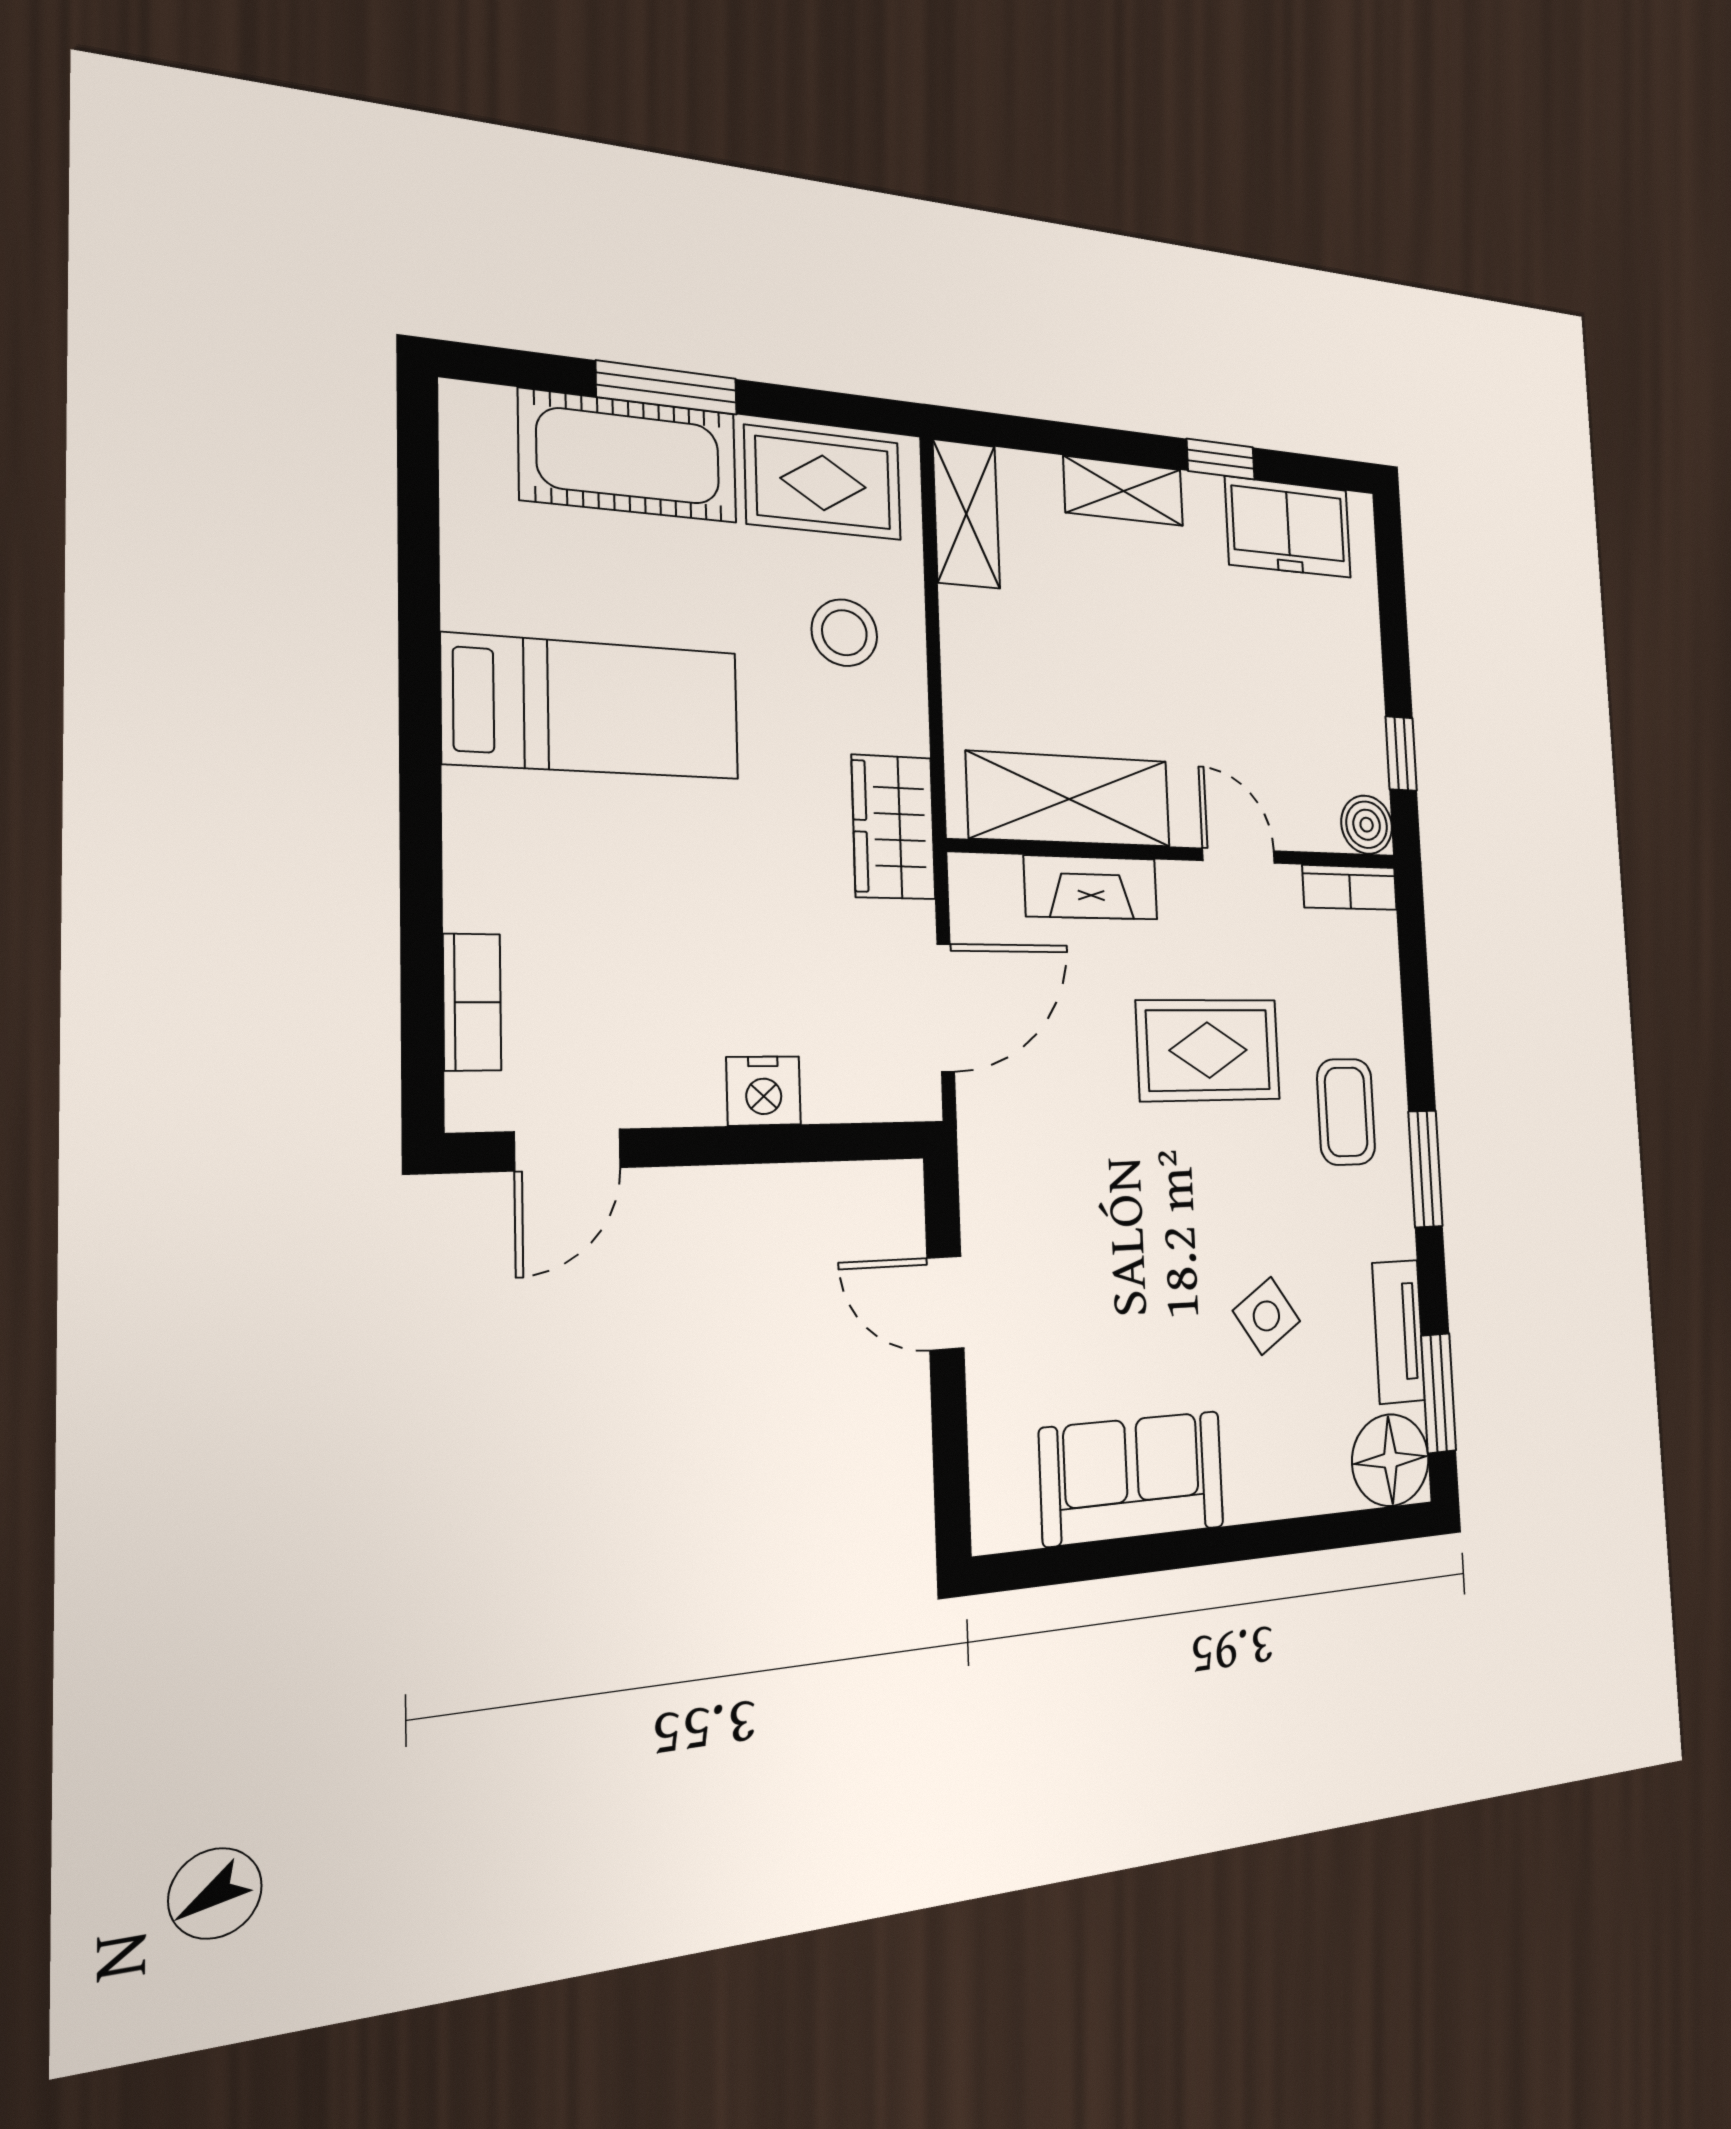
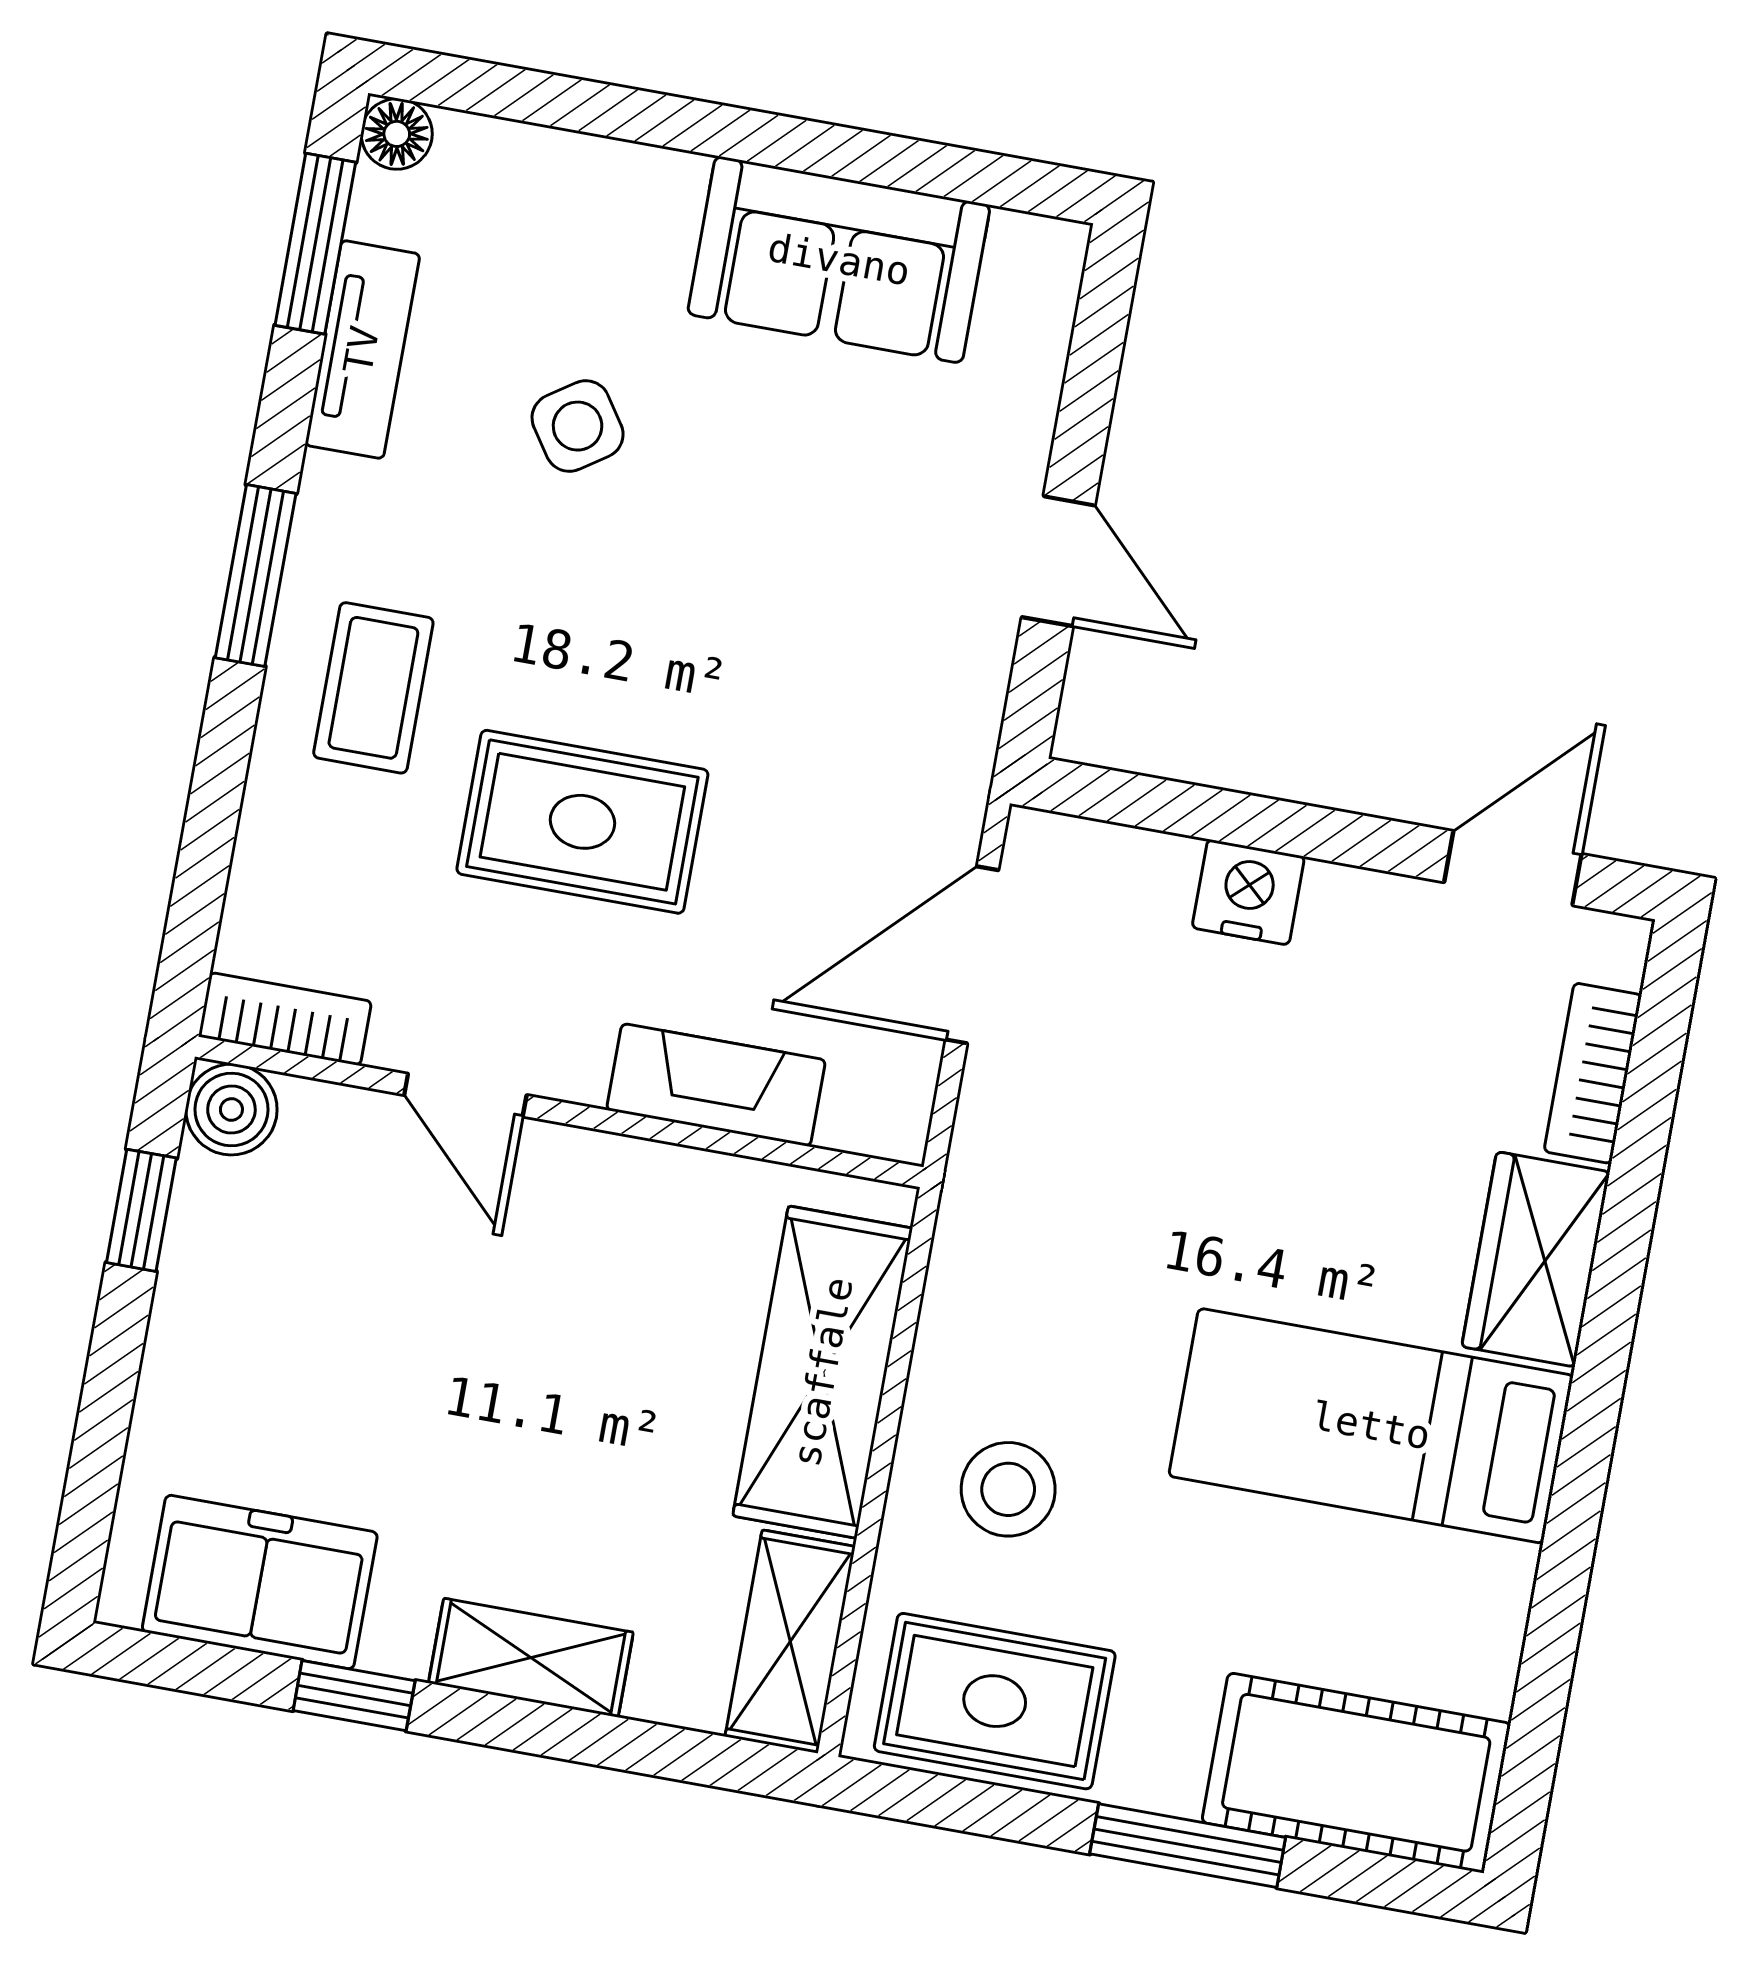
cot: (629, 456) -> (1356, 1773), moved
shelving: (1069, 799) -> (823, 1372), moved, turned 90
wardrobe: (893, 827) -> (1536, 1259), moved, turned 180
floor lamp: (1390, 1460) -> (397, 134), width x0.53, depth x0.53

